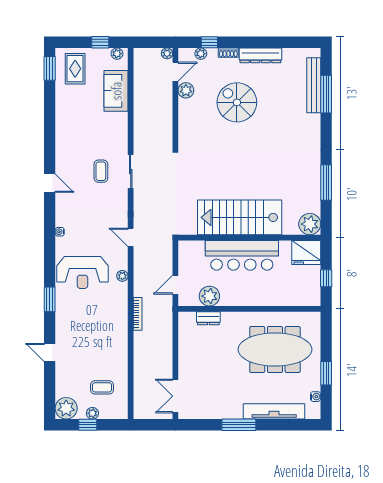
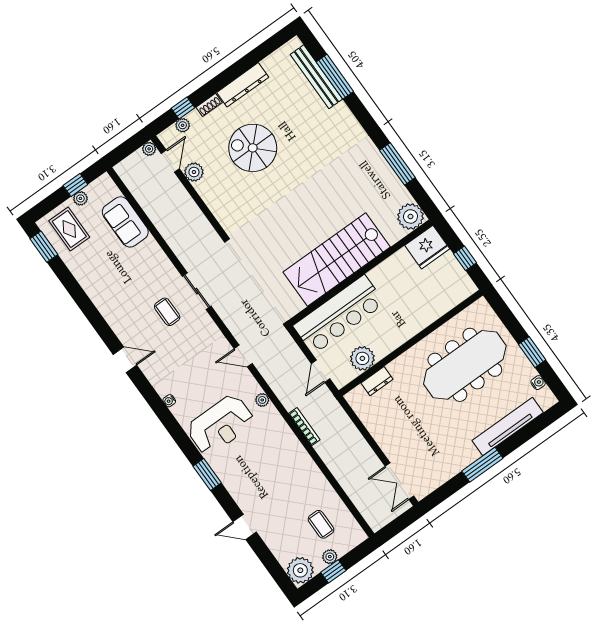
plant: (117, 54) -> (80, 198), moved
bar counter: (242, 255) -> (339, 315), moved
coffee table: (102, 387) -> (321, 524), turned 90

